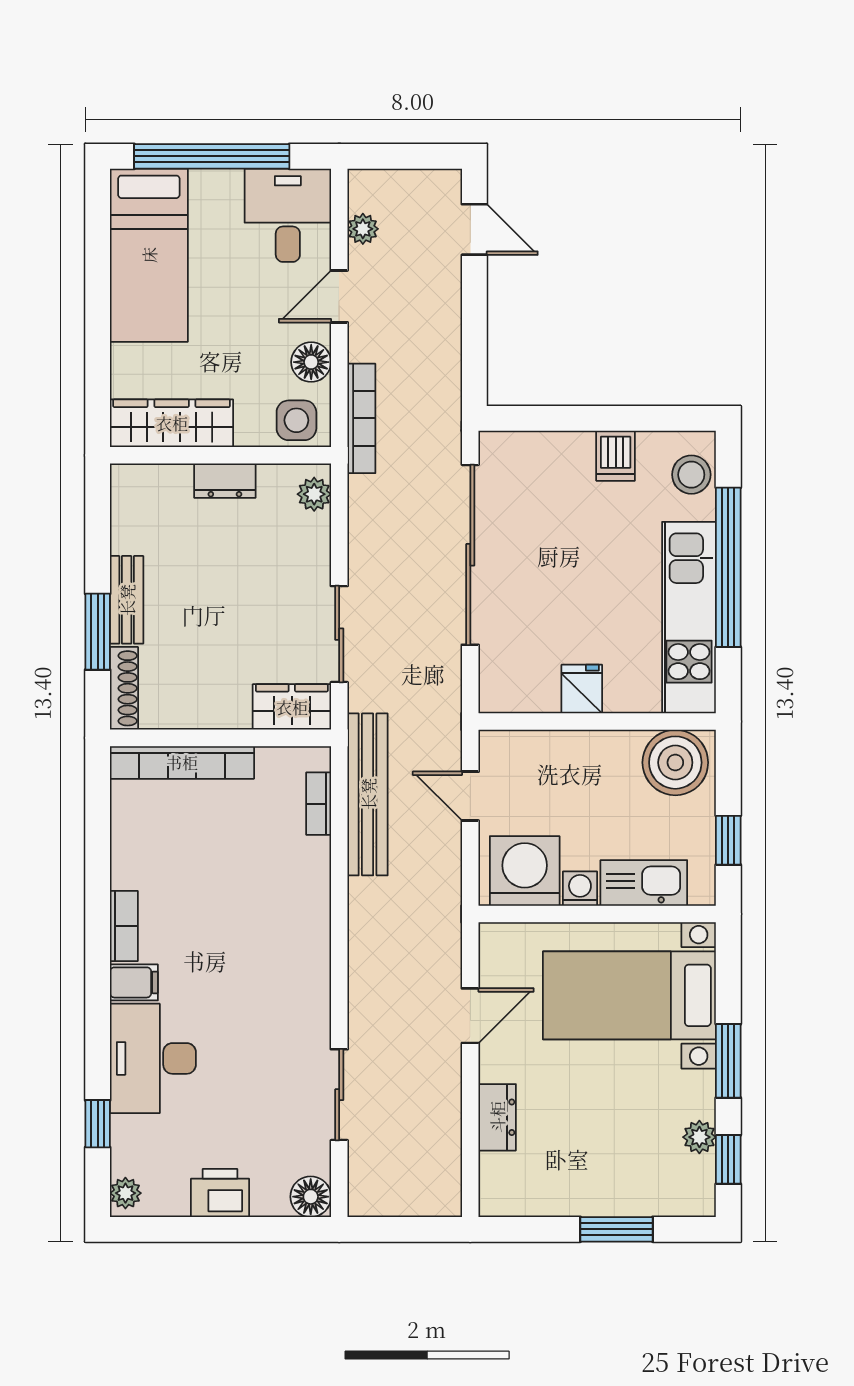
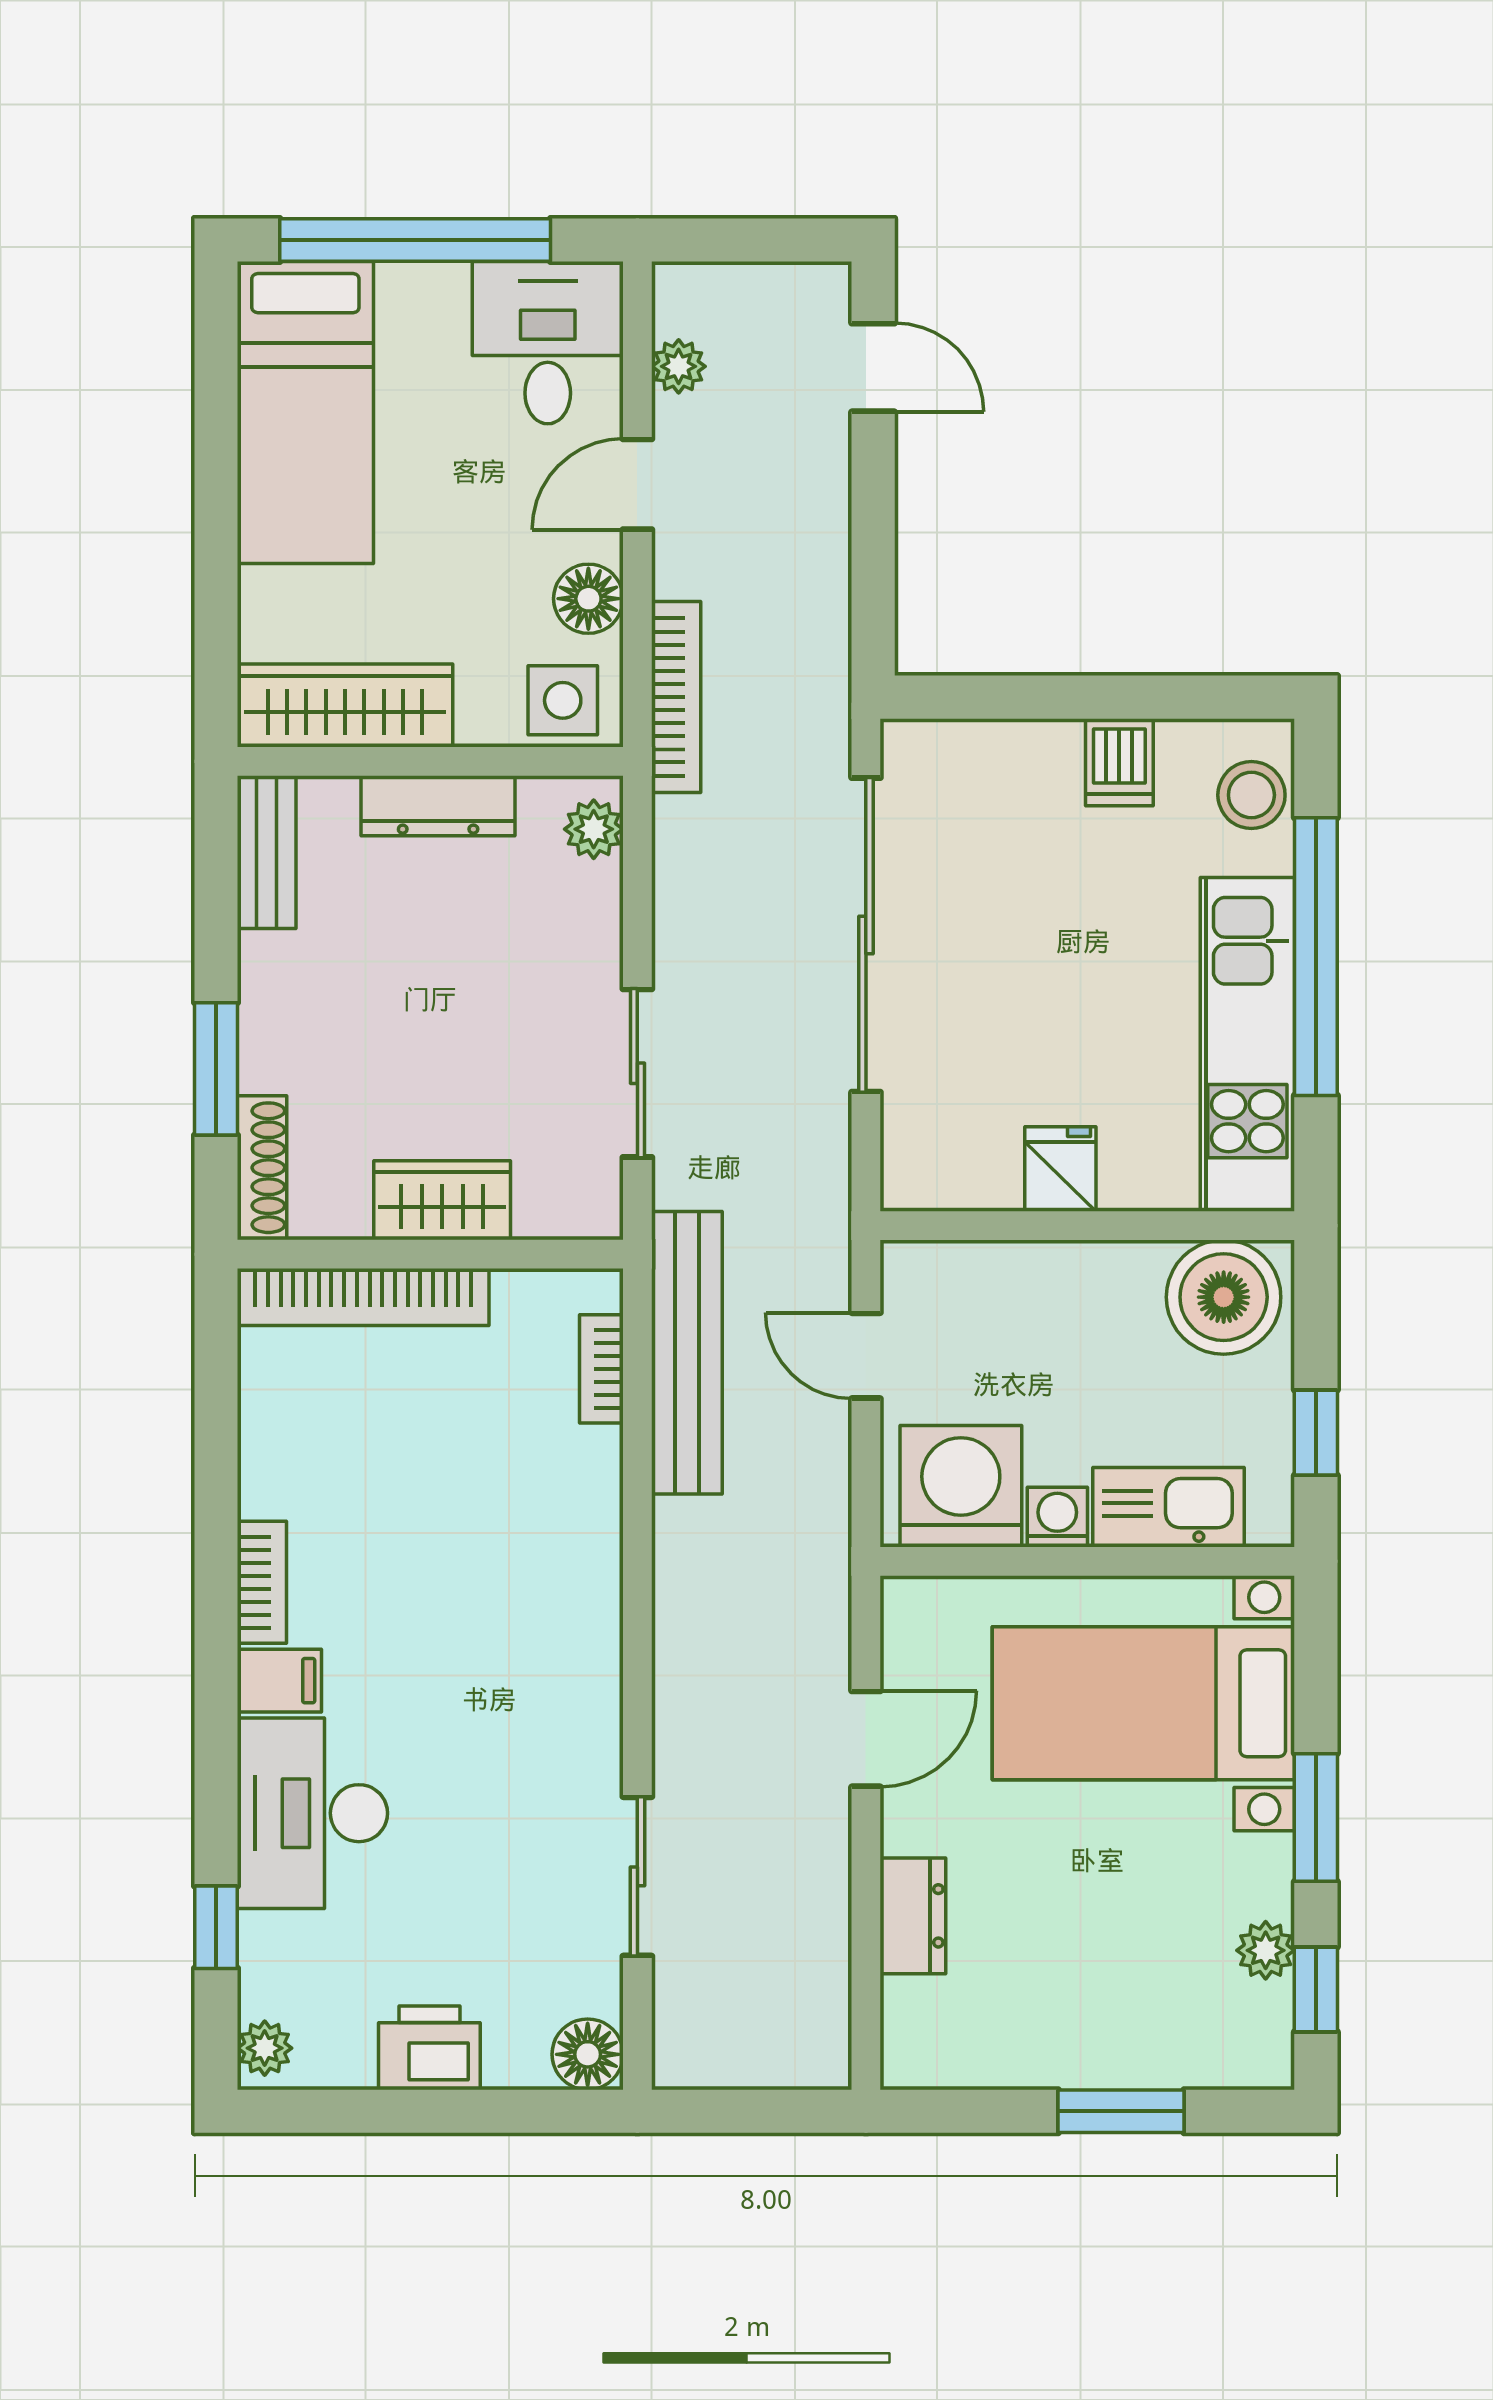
dresser: (225, 481) -> (438, 806), width x1.44
bench: (127, 600) -> (267, 852), moved
wardrobe: (292, 707) -> (442, 1200), moved

